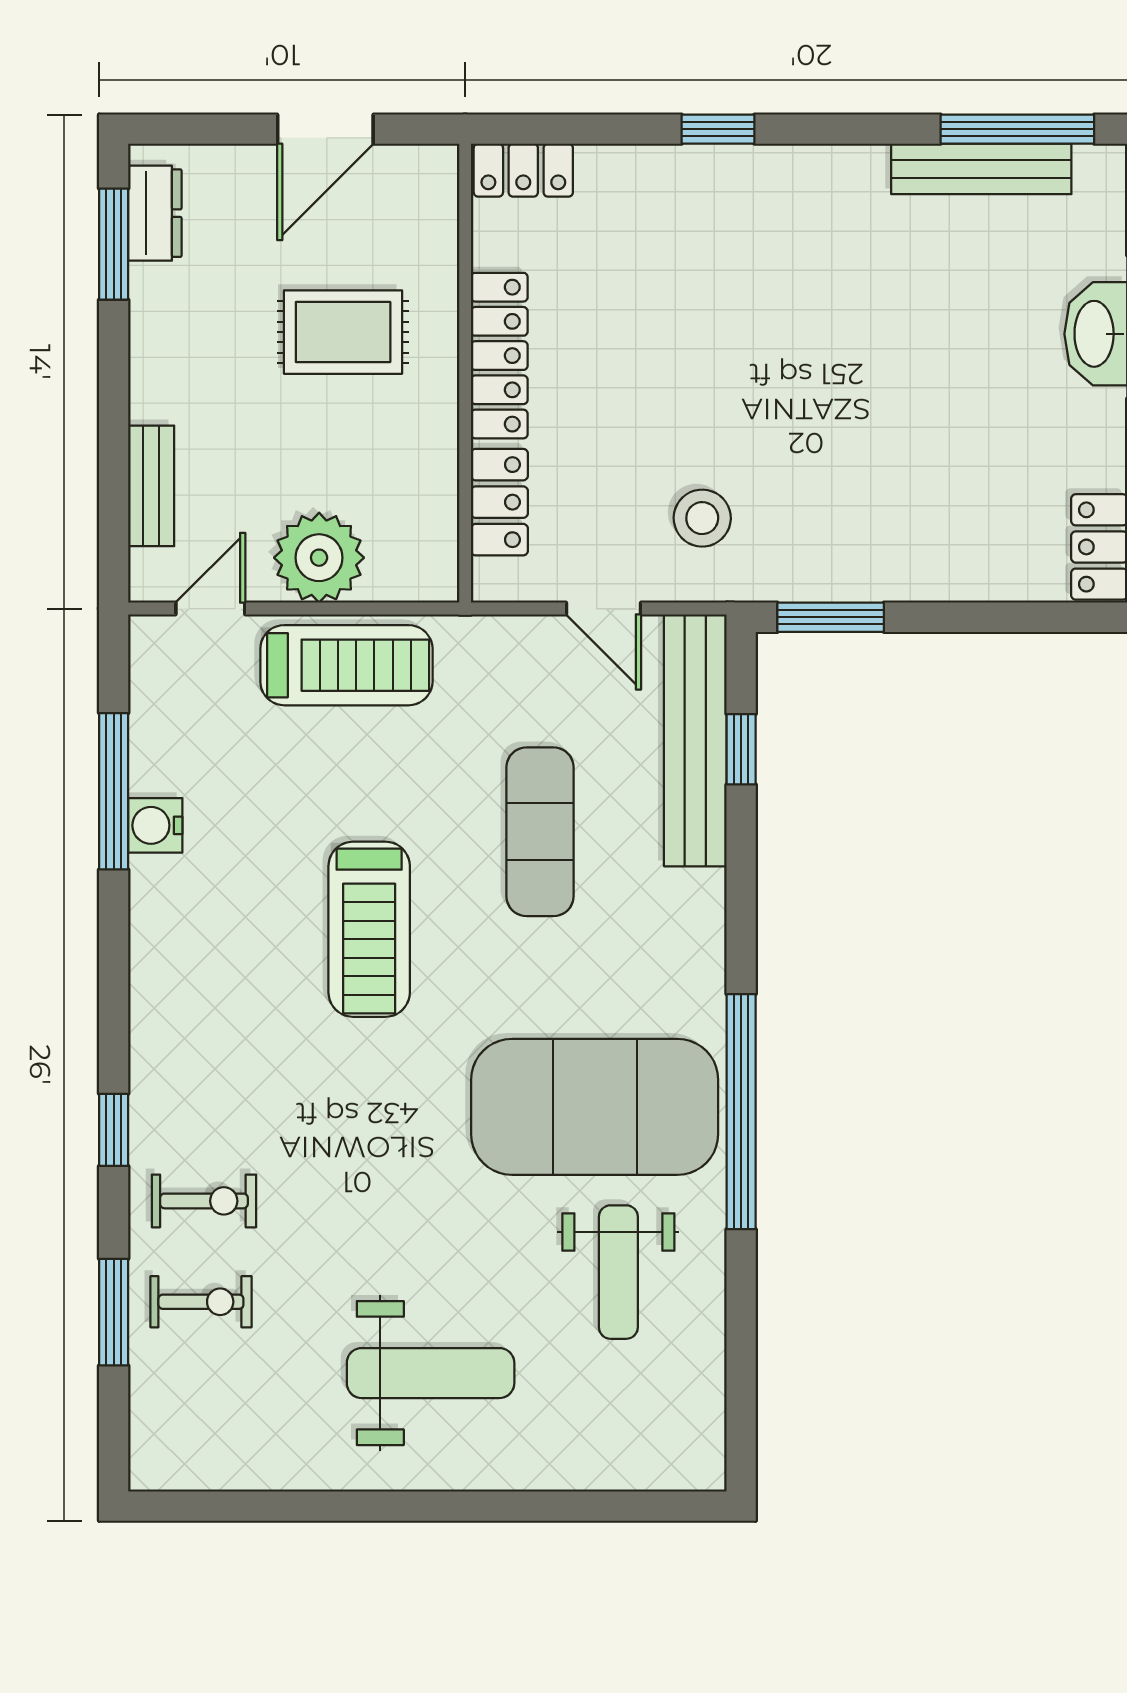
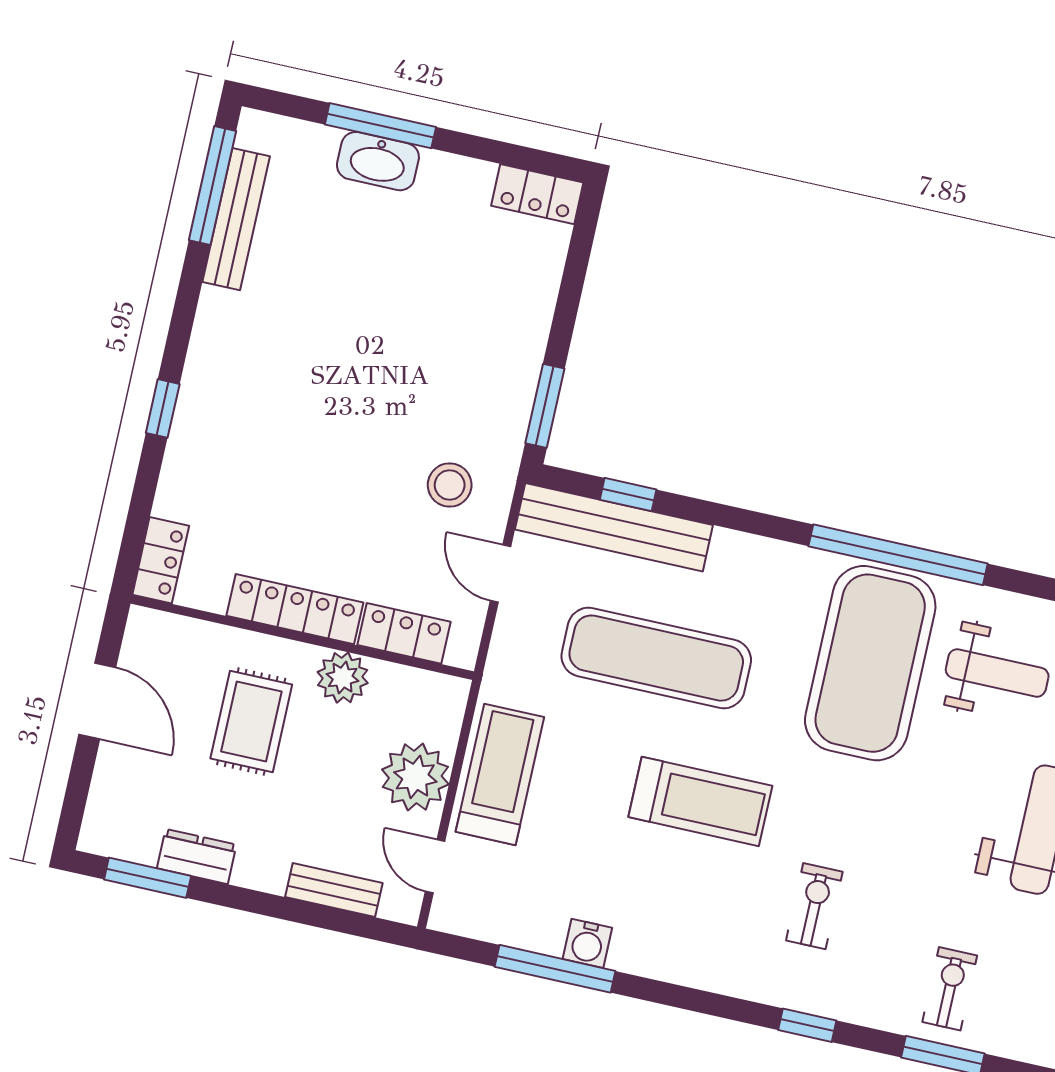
dresser: (155, 213) -> (197, 856), moved
plant: (425, 436) -> (343, 678), added
door: (603, 609) -> (501, 574), swing flipped
exercise mat: (540, 832) -> (656, 658), width x1.36, depth x1.45
exercise bike: (204, 1201) -> (814, 906), moved

